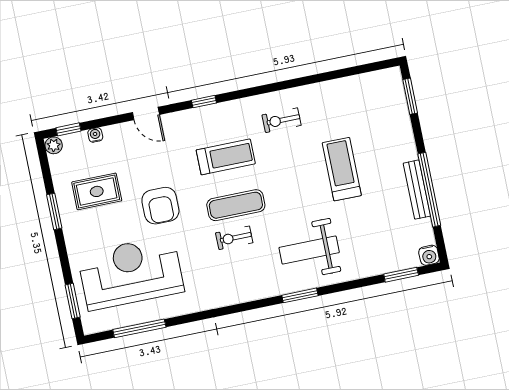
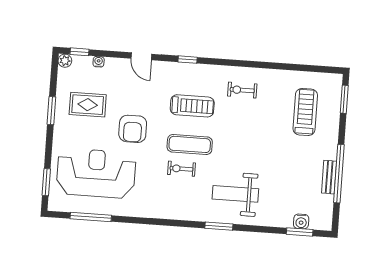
treadmill: (342, 169) -> (305, 112), moved
bench: (417, 190) -> (329, 177), width x0.73
water cooler: (429, 255) -> (301, 221), moved

